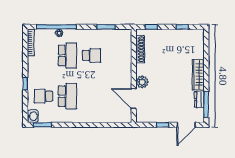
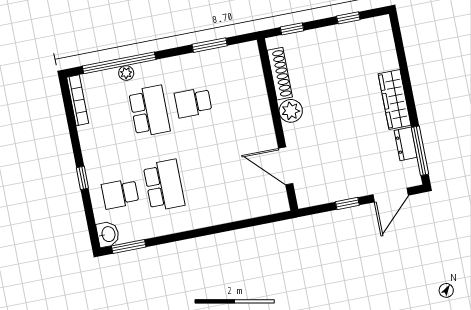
school desk: (91, 56) -> (193, 103), turned 180
plant: (142, 82) -> (291, 111), moved

